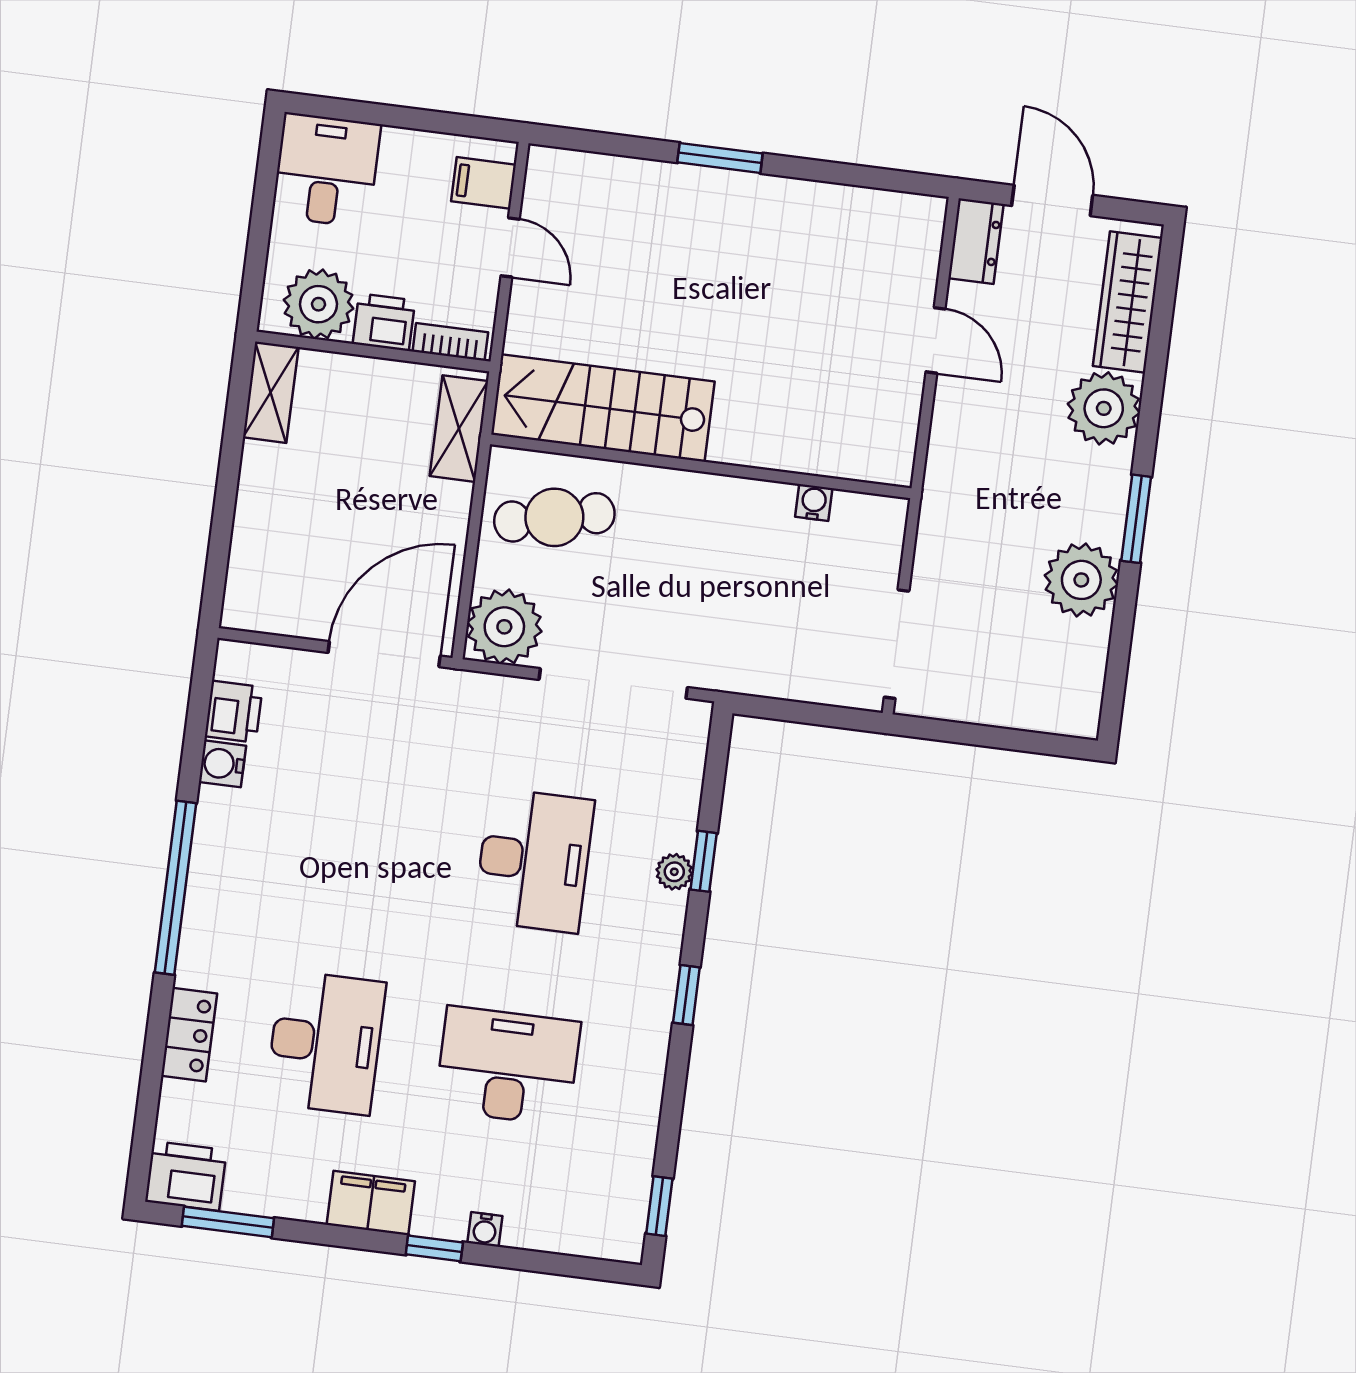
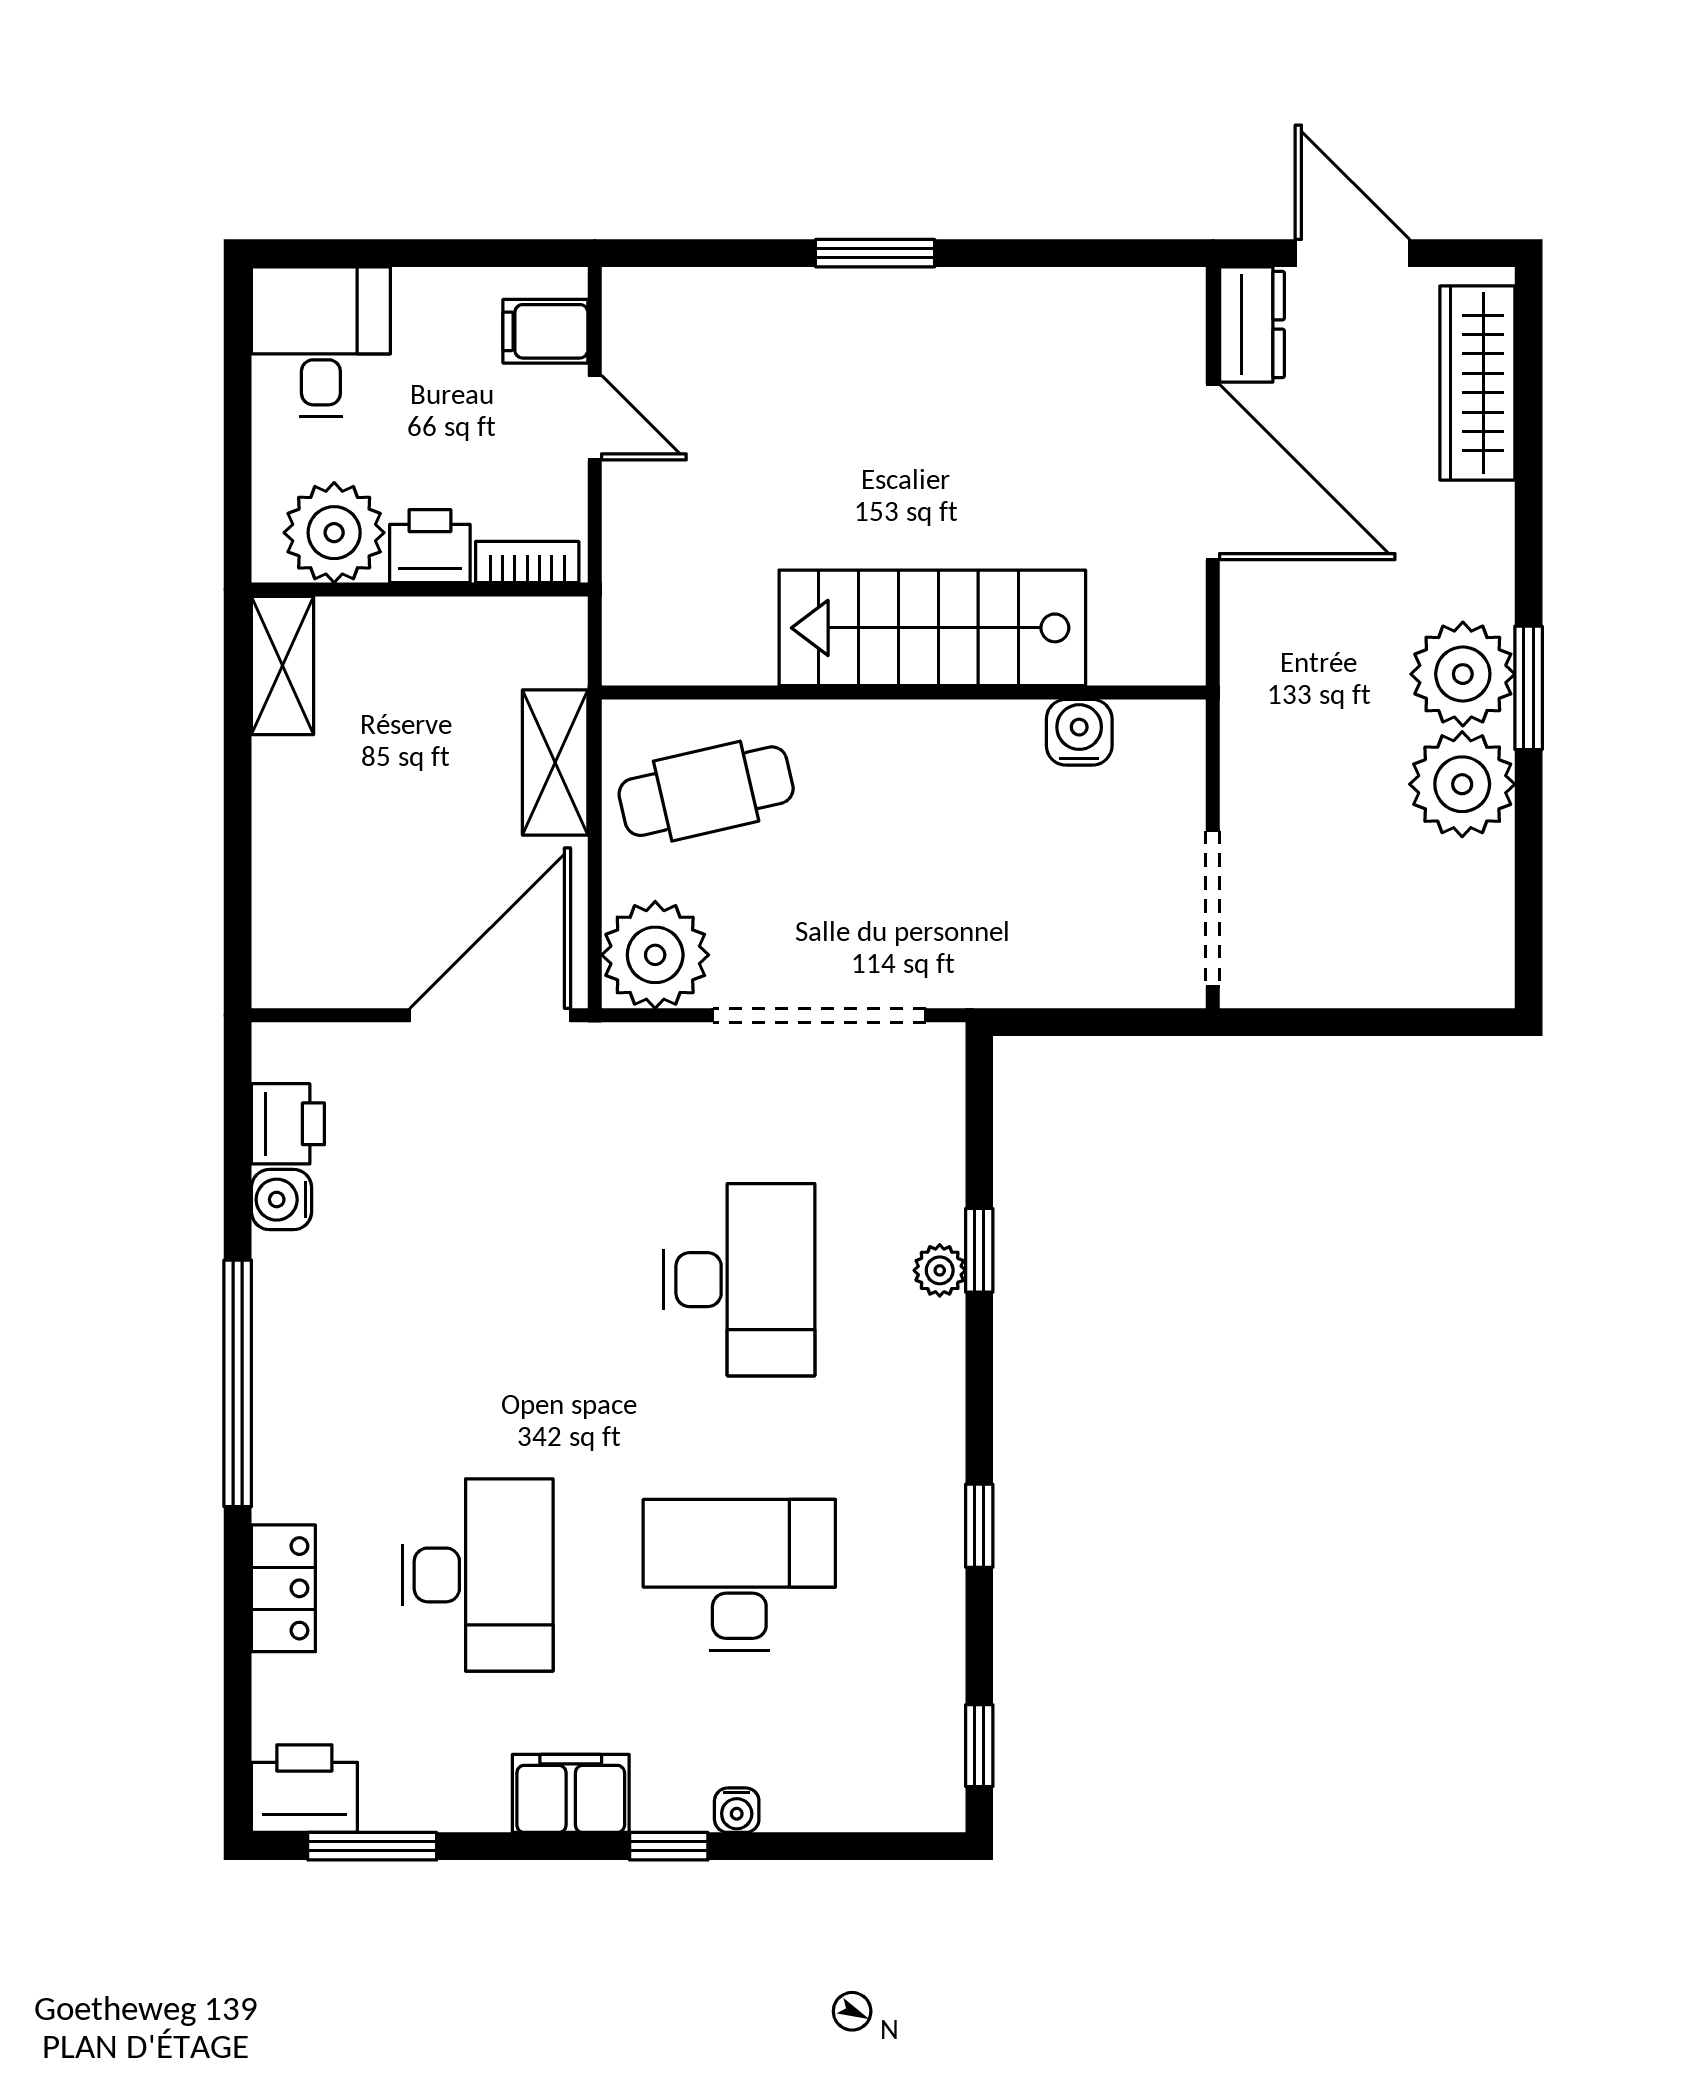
door: (935, 340) -> (1213, 472), width x1.88
stairs: (603, 408) -> (932, 628), moved
plant: (1104, 408) -> (1463, 674), moved
shelving: (459, 429) -> (555, 762), moved
water cooler: (814, 503) -> (1079, 732), width x1.38, depth x1.38
window: (686, 995) -> (979, 1526), moved

